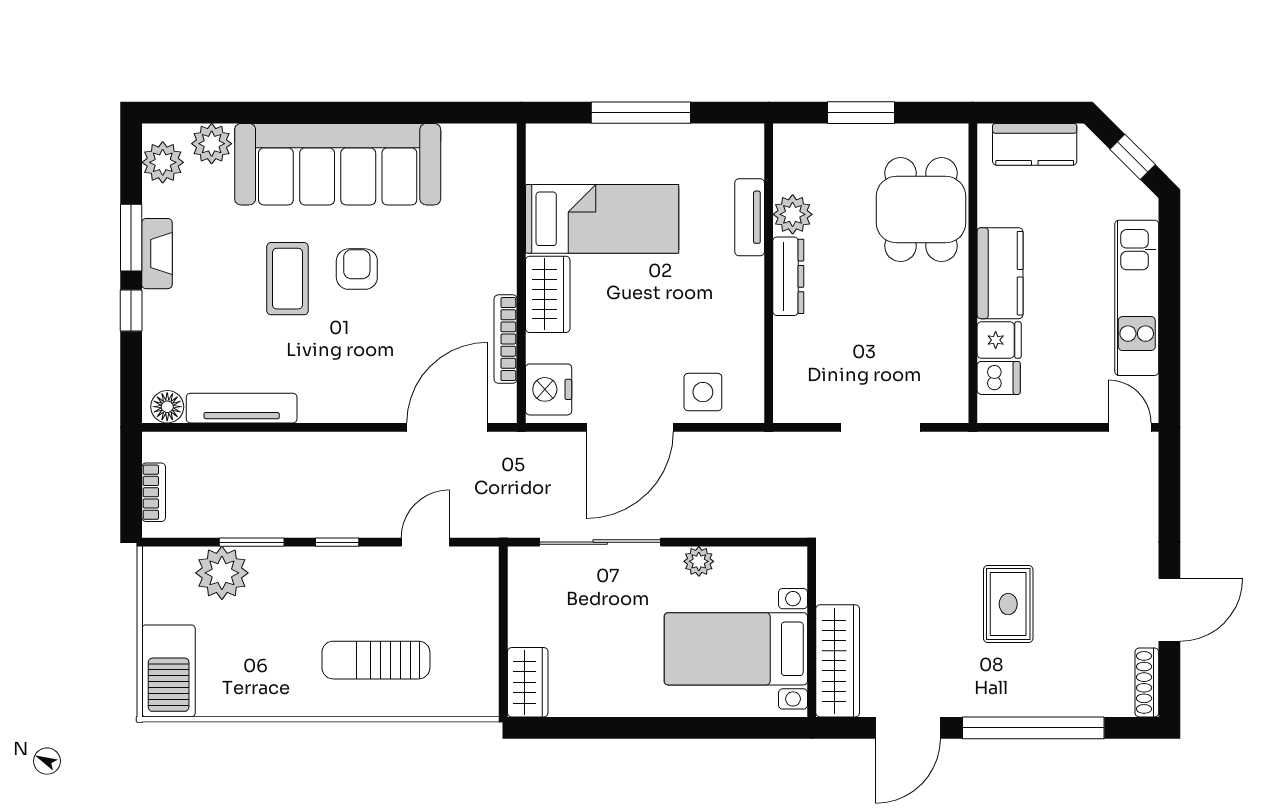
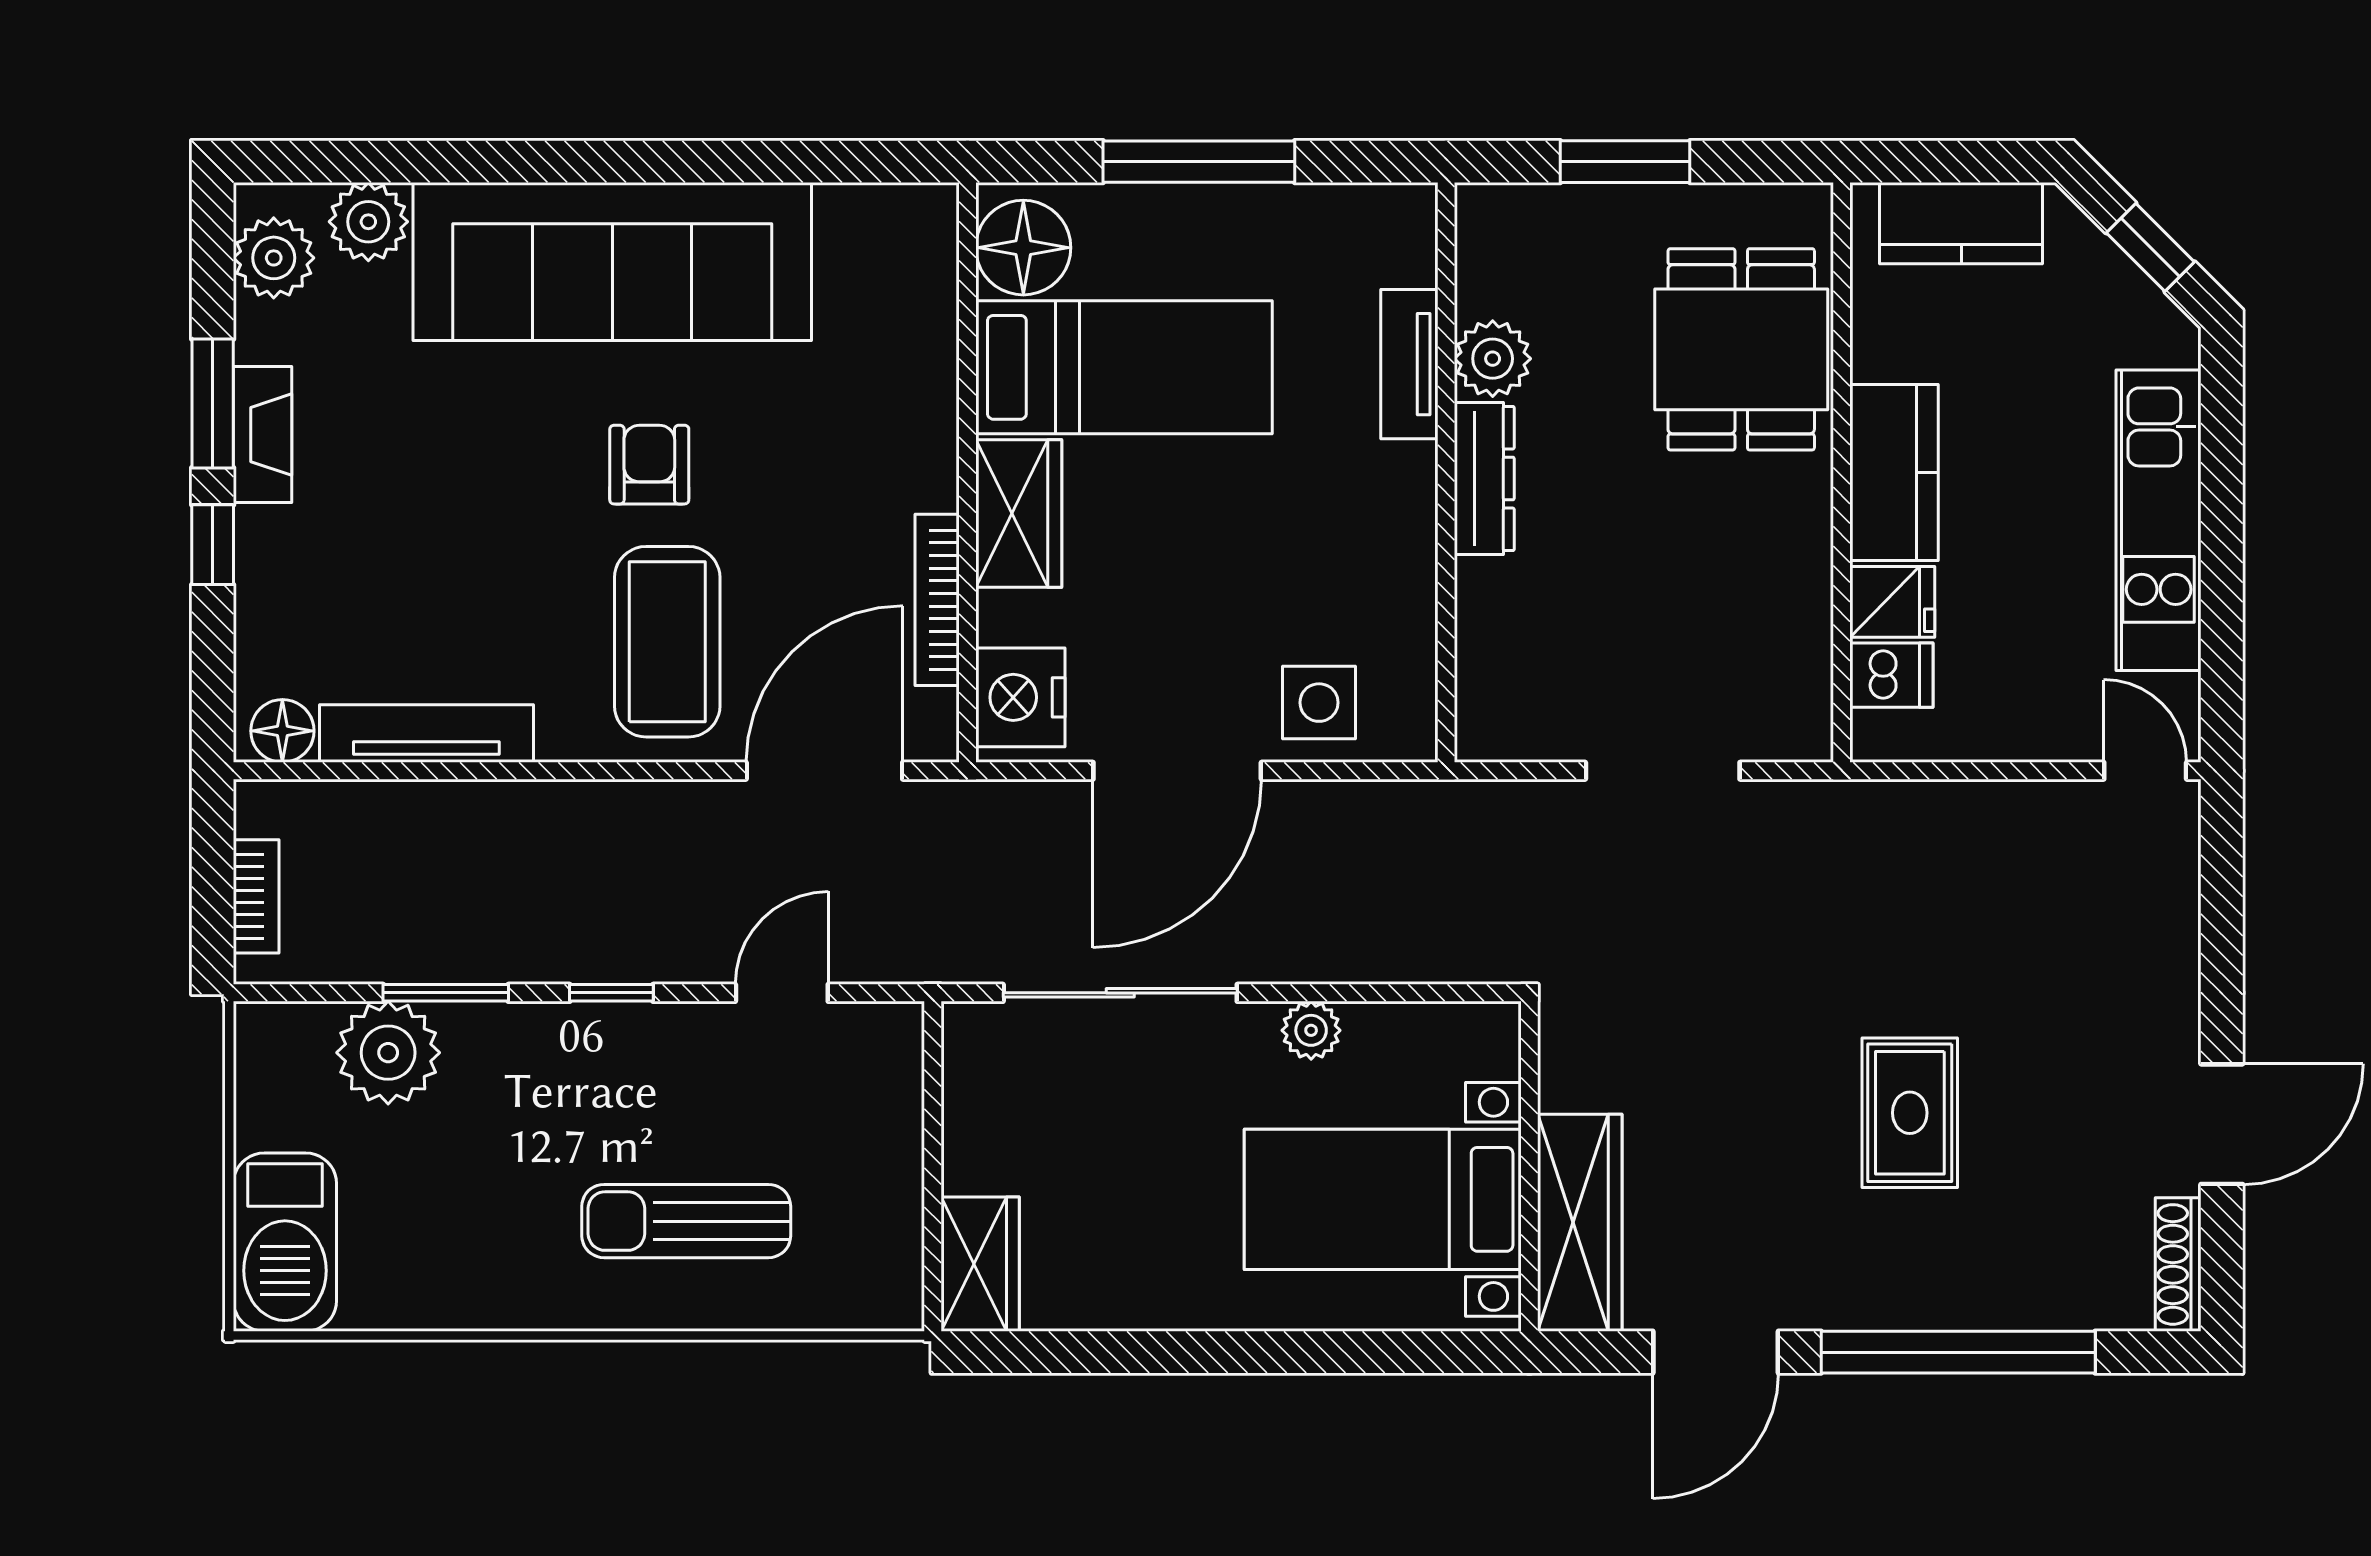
floor lamp: (550, 157) -> (1023, 248), added
coffee table: (287, 279) -> (667, 642), moved, width x1.36, depth x1.32

